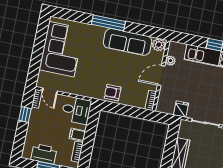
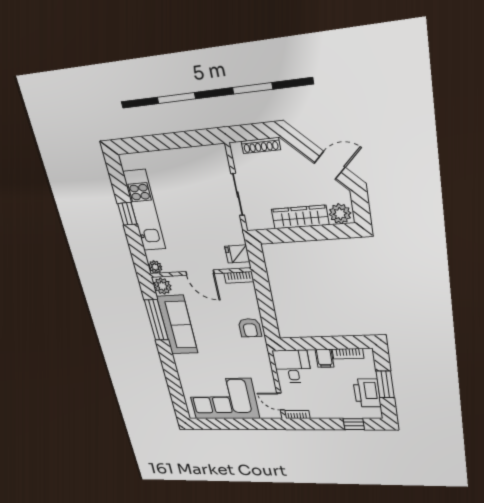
window: (108, 23) -> (156, 320), moved
plant: (170, 61) -> (155, 267), moved
door: (50, 91) -> (281, 402), swing flipped
fridge: (181, 109) -> (237, 254), moved
window: (25, 114) -> (354, 424), moved

